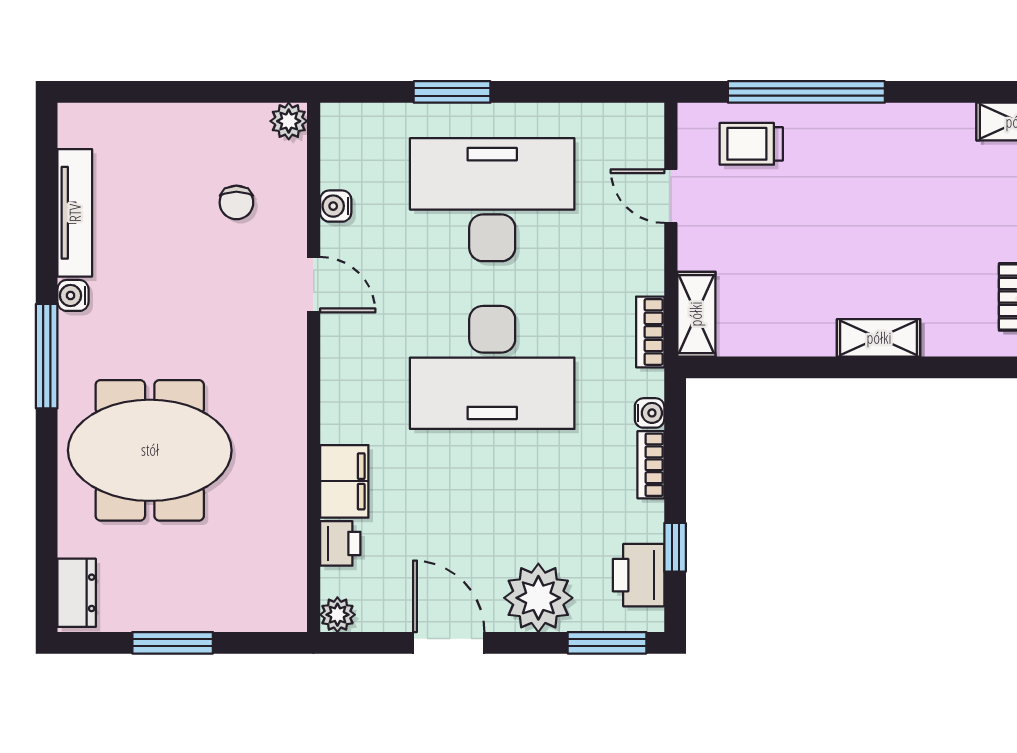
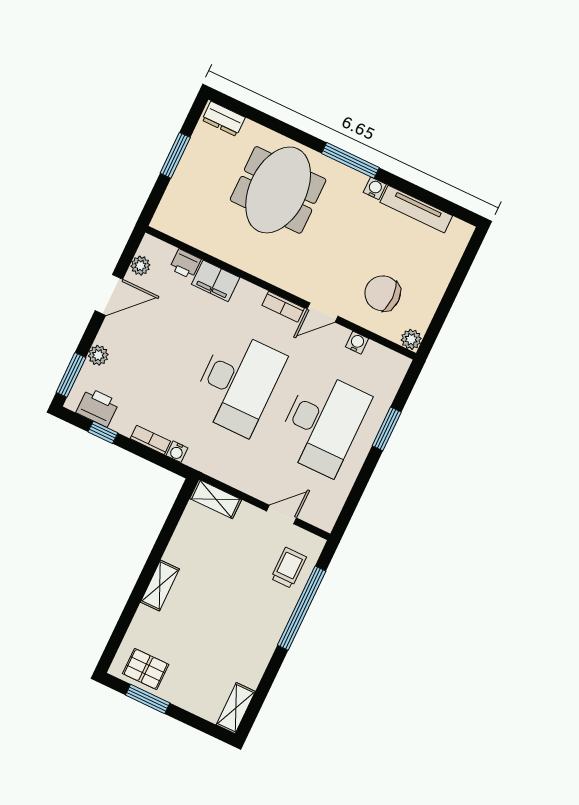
chair: (236, 202) -> (383, 293), width x1.87, depth x1.87
bookcase: (650, 332) -> (283, 307), moved, turned 180
desk: (492, 367) -> (238, 383), turned 180
plant: (538, 598) -> (98, 355), width x0.53, depth x0.53
plant: (337, 615) -> (140, 266), moved

